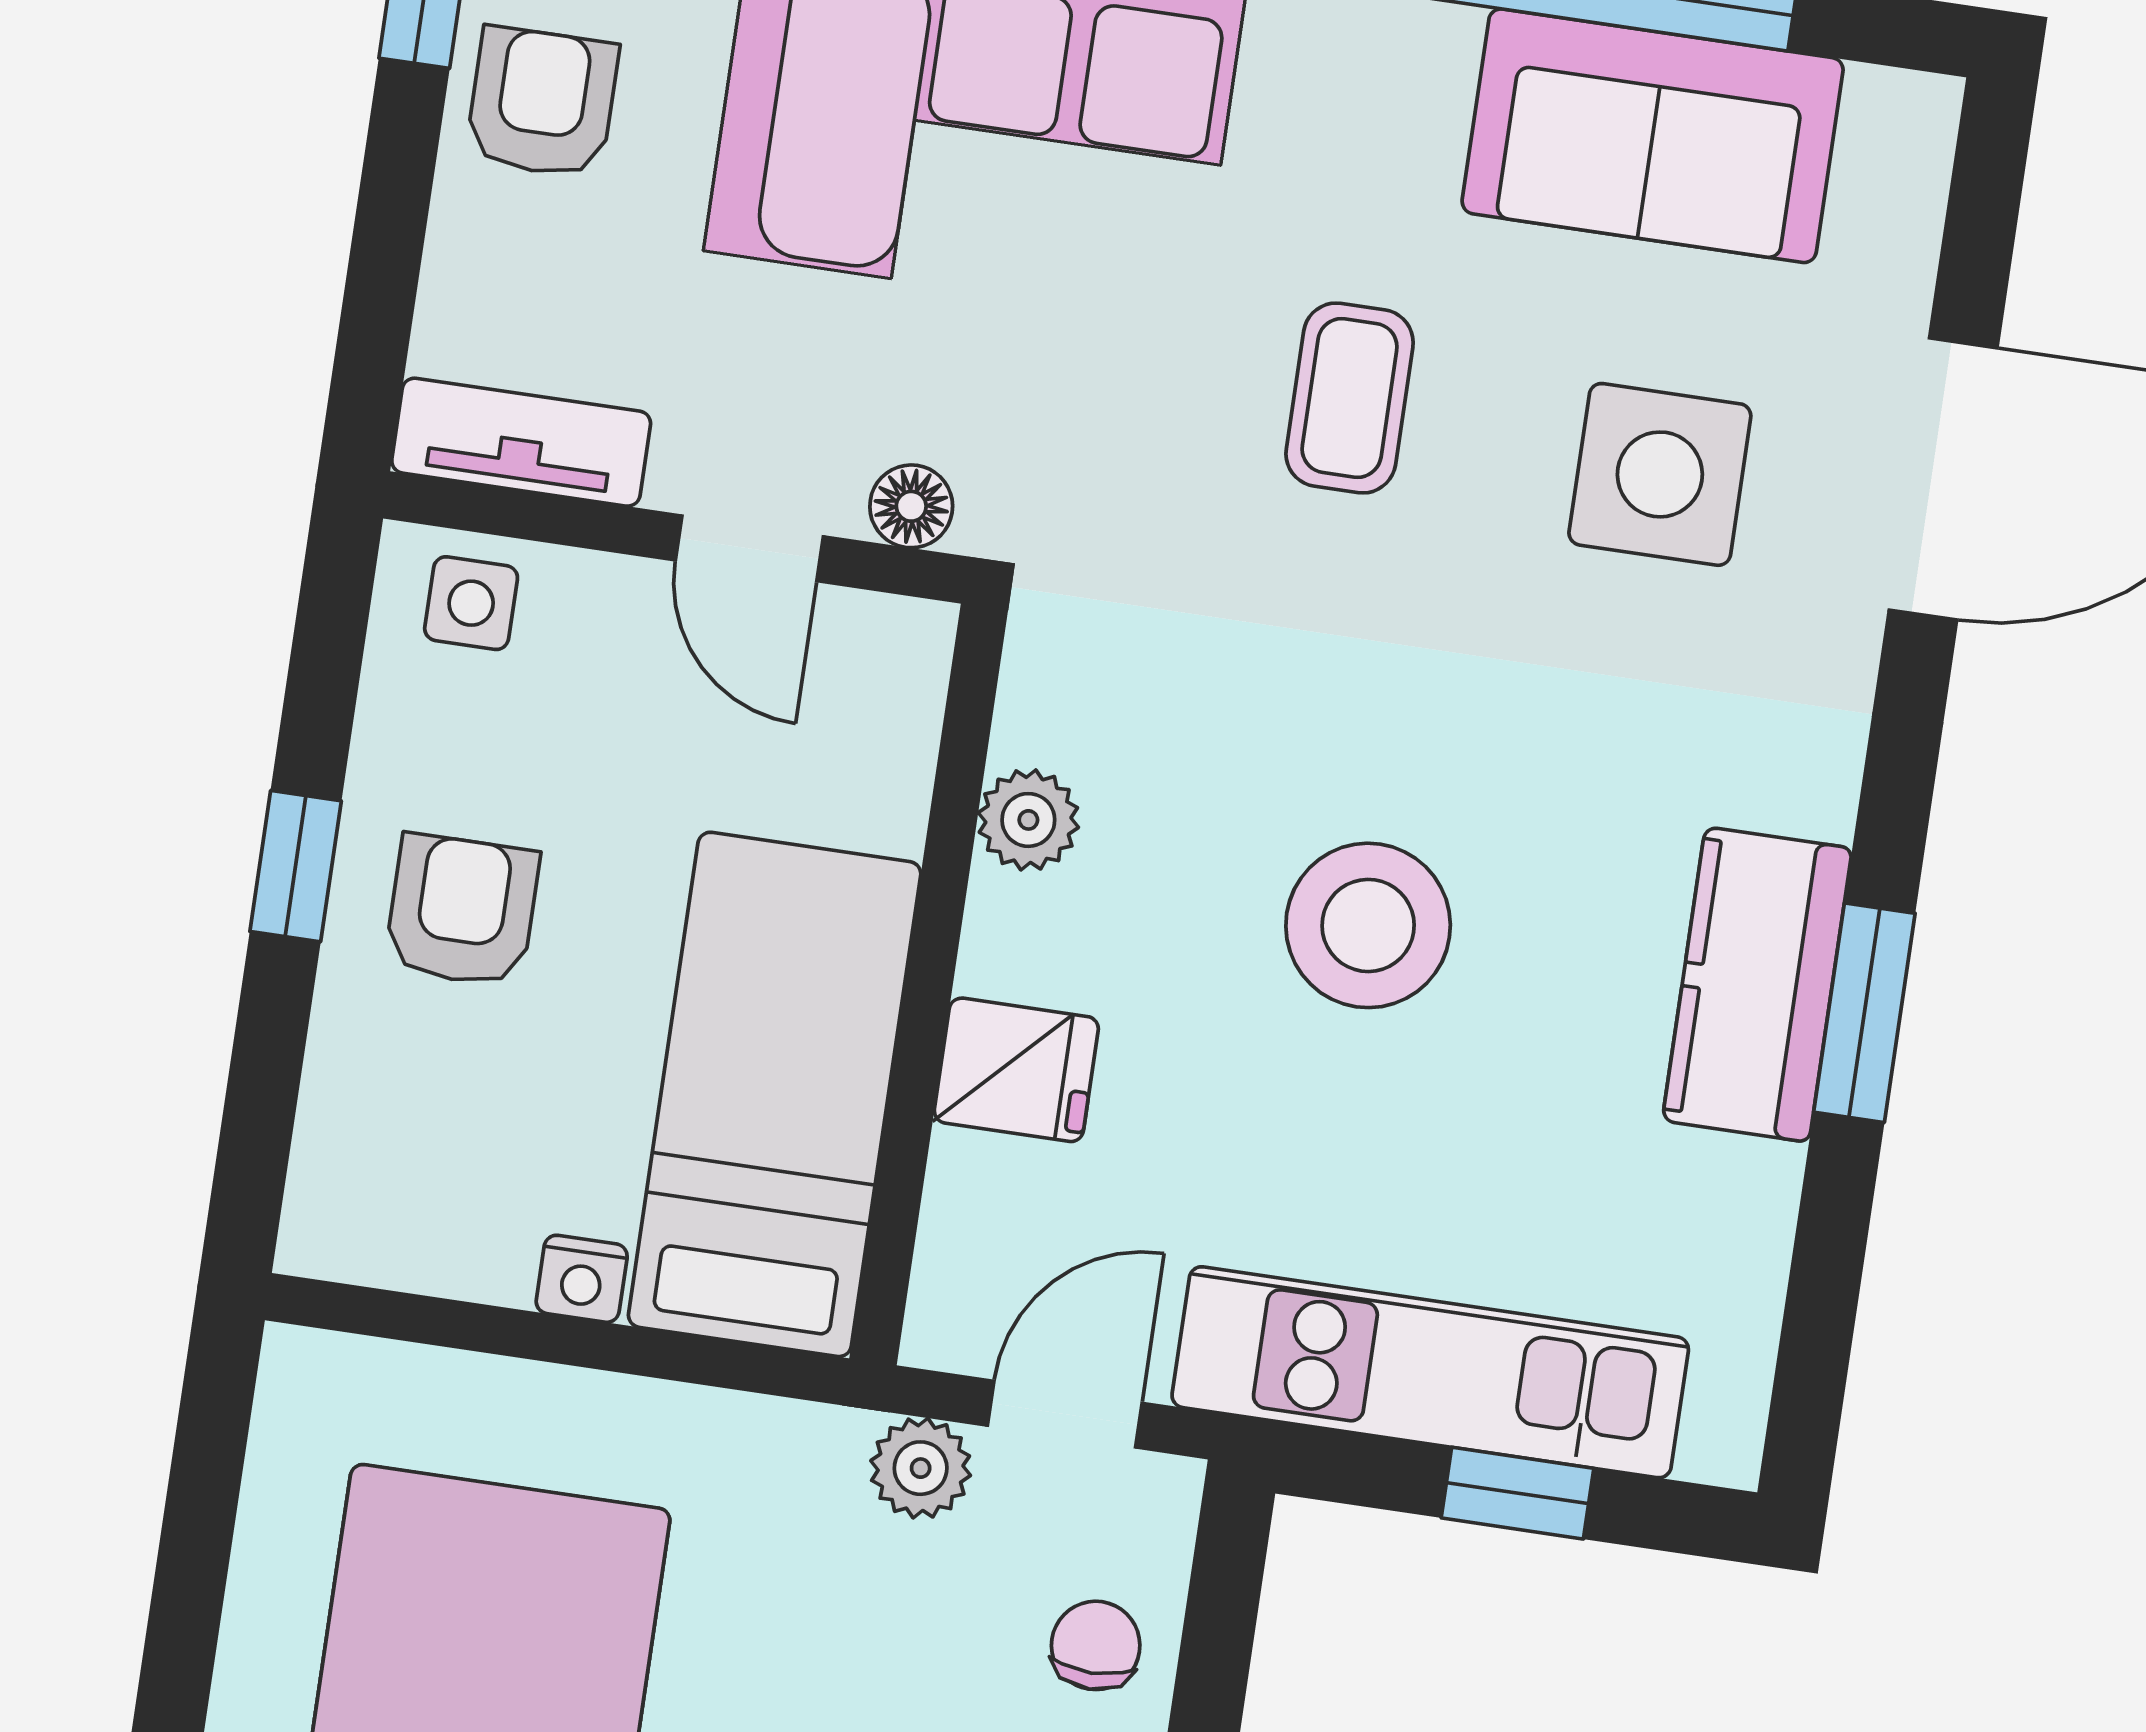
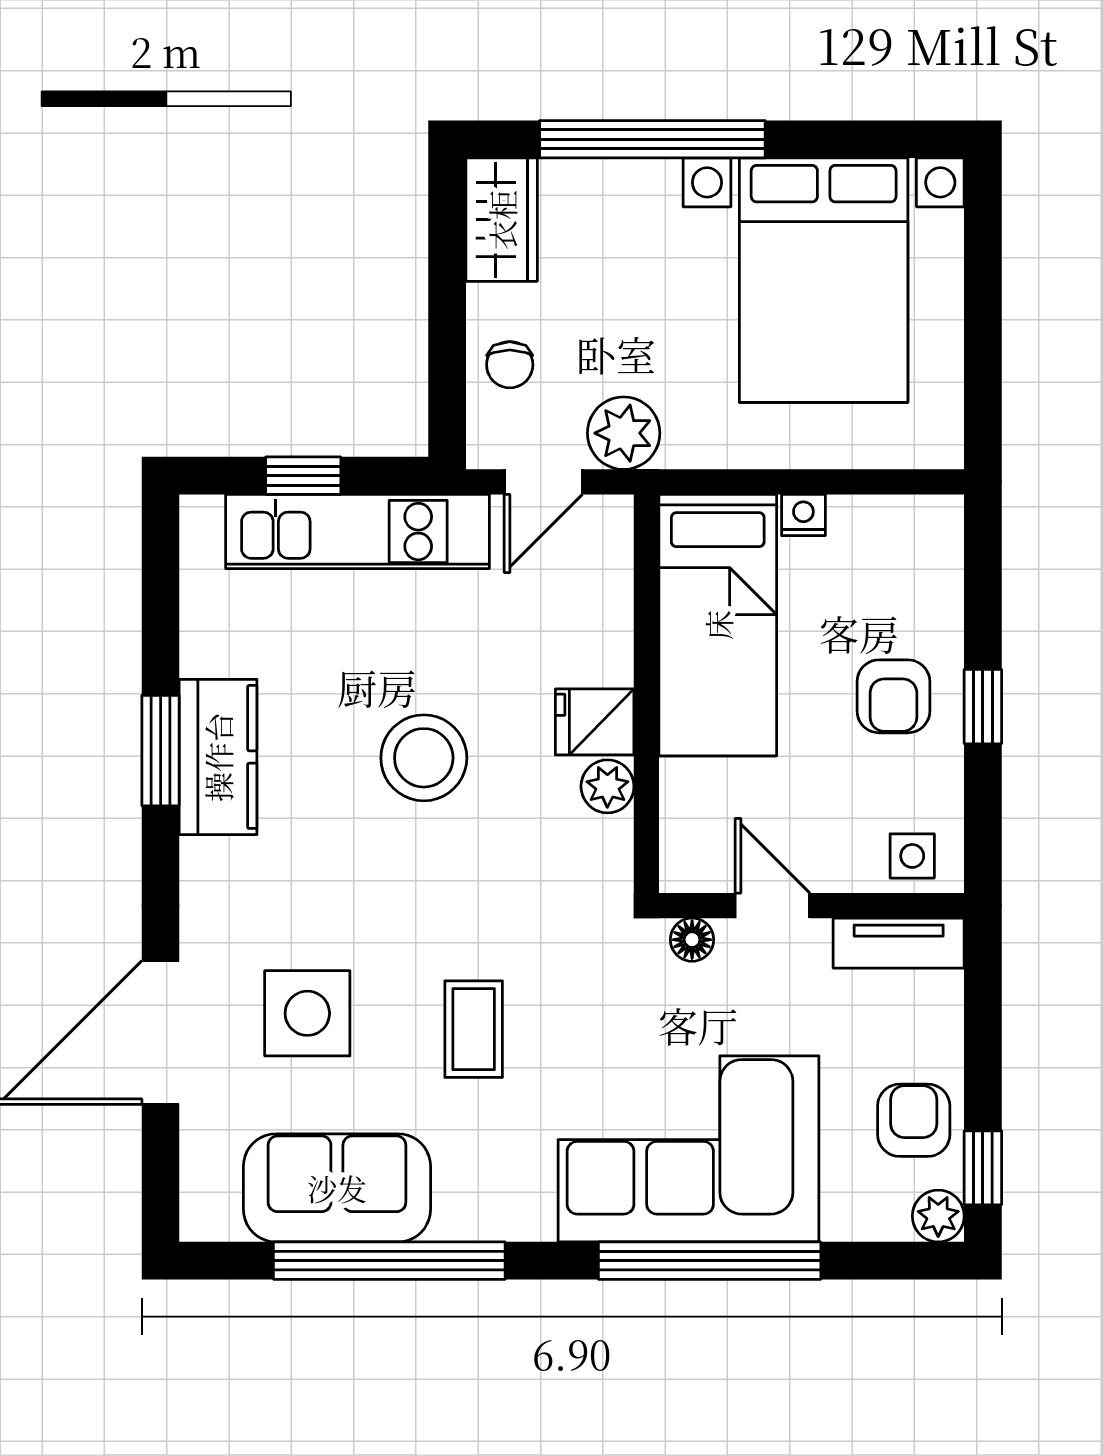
armchair: (542, 102) -> (914, 1120), turned 180
fridge: (1016, 1070) -> (595, 722), moved
plant: (921, 1468) -> (624, 433), width x1.38, depth x1.38

